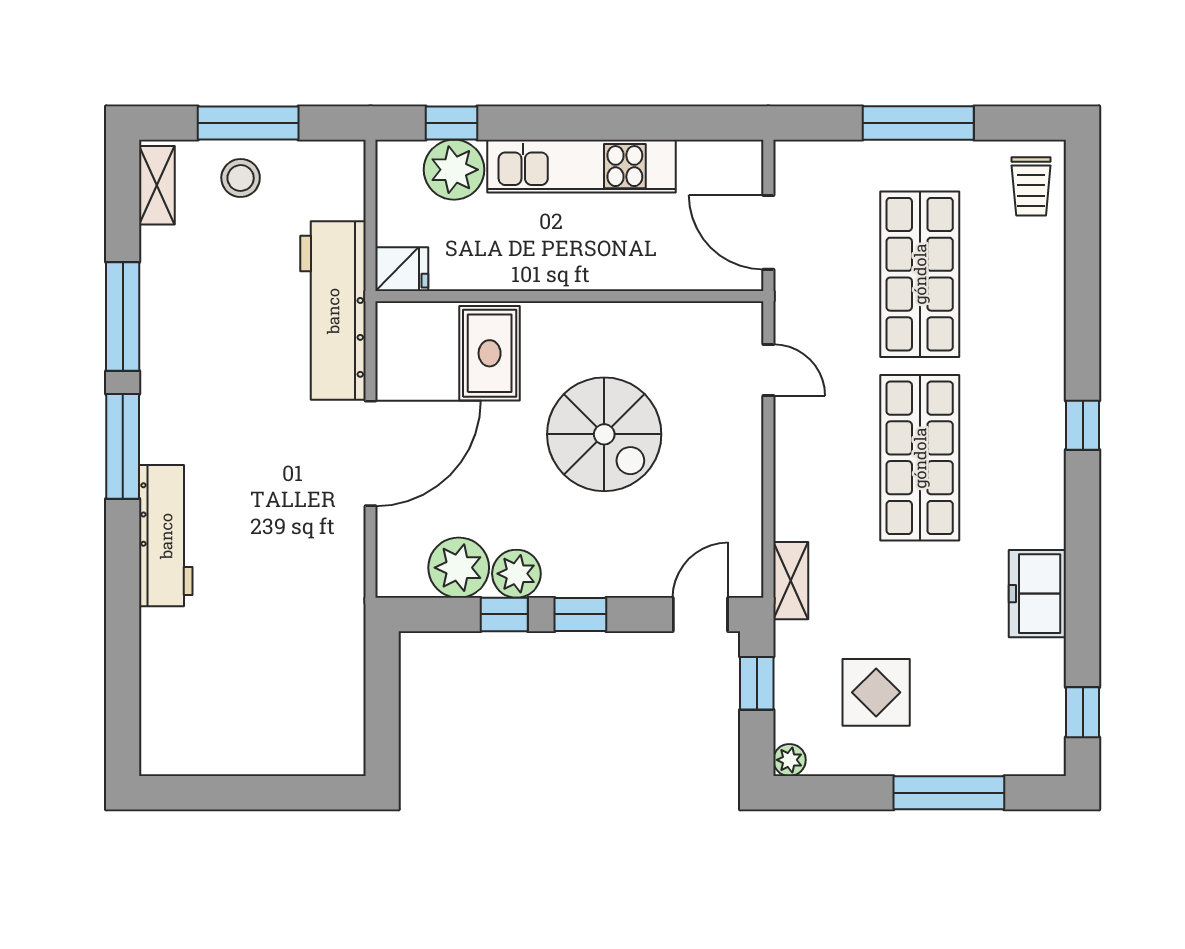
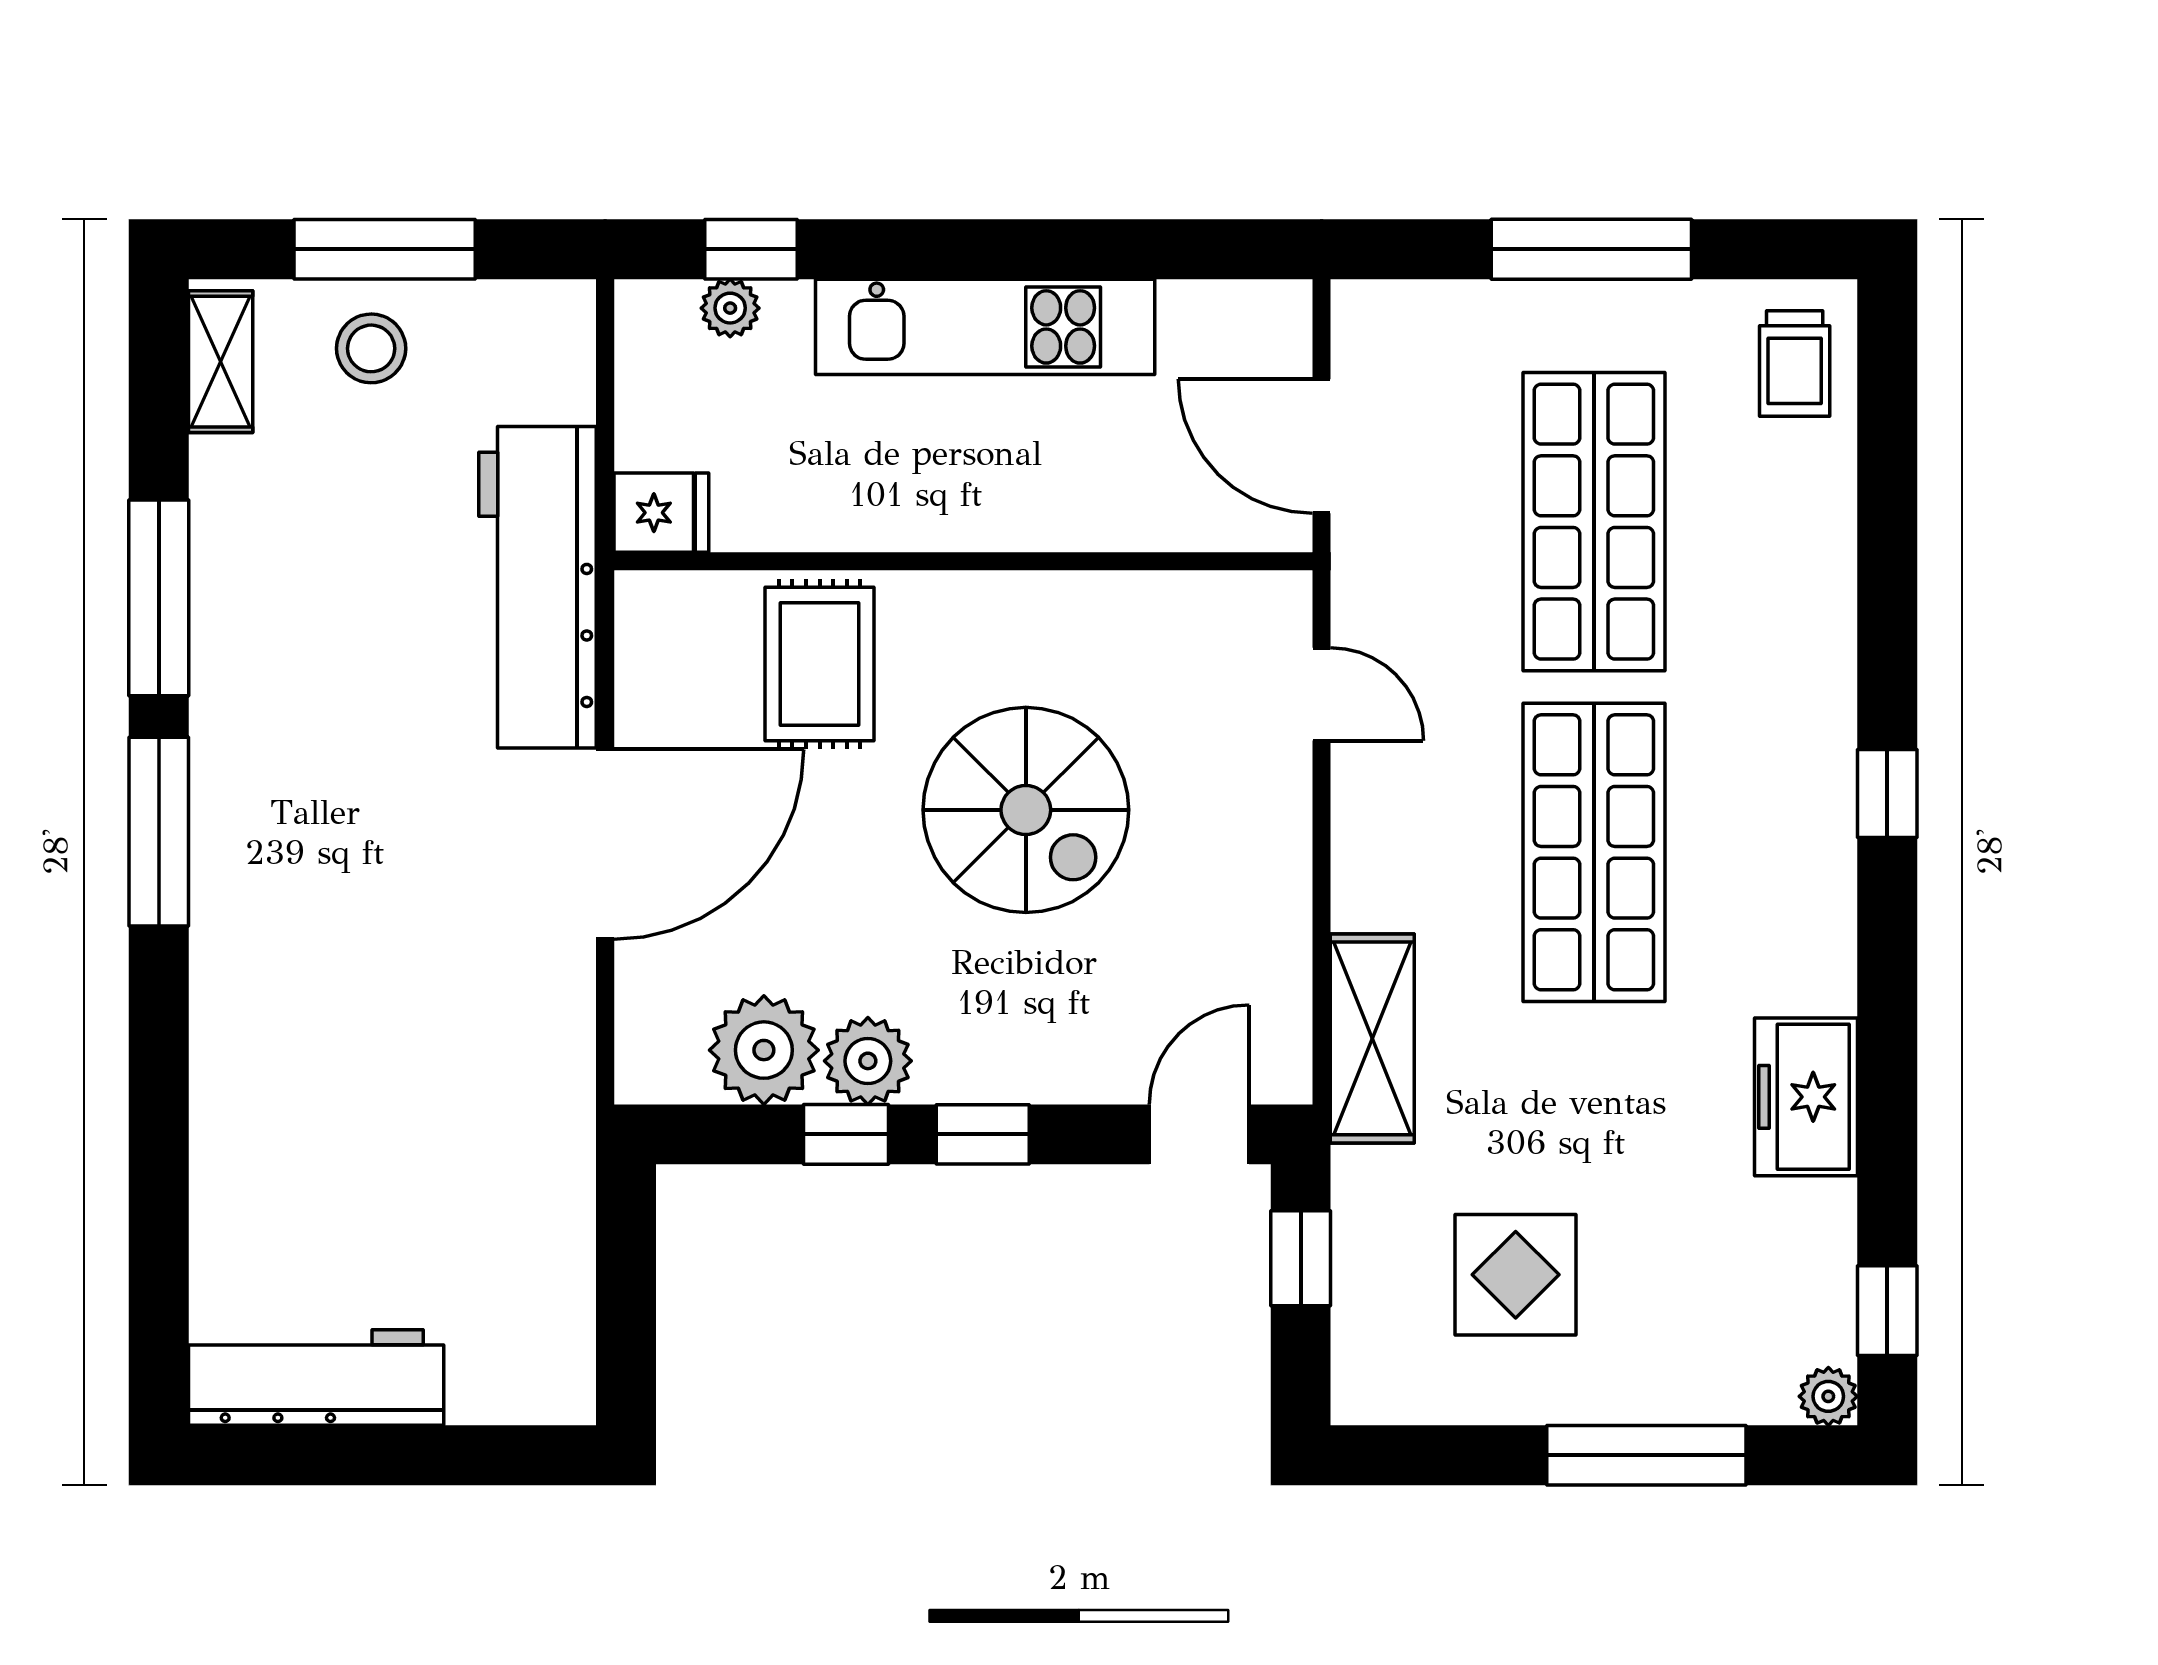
plant: (454, 170) -> (730, 308), width x0.53, depth x0.53
workbench: (166, 536) -> (316, 1378), moved, turned -90
shelving: (791, 581) -> (1372, 1038), width x1.50, depth x1.33
plant: (789, 760) -> (1828, 1396), moved

